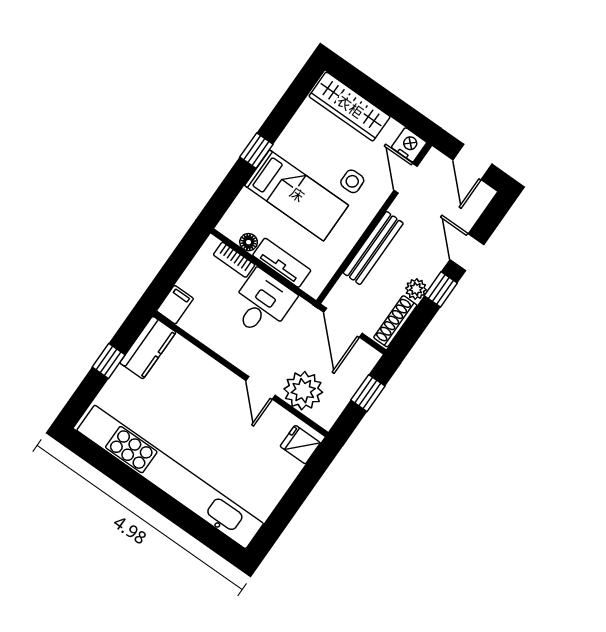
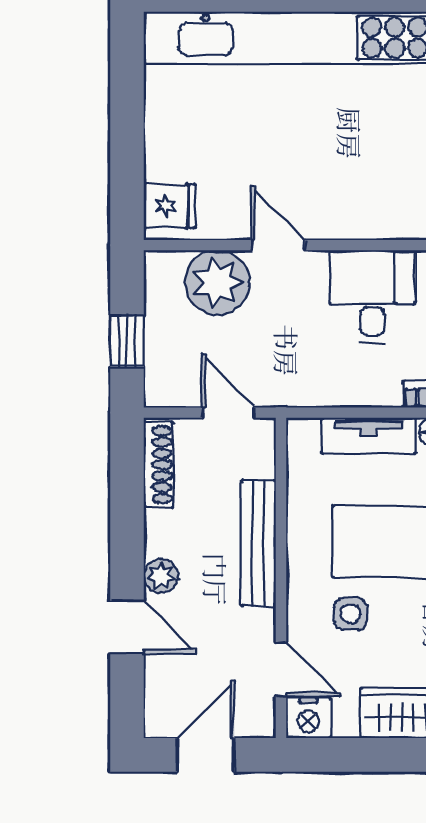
door: (473, 162) -> (205, 755), hinge flipped
plant: (416, 289) -> (161, 576), moved
window: (441, 289) -> (127, 552), removed
desk: (262, 303) -> (372, 296), moved, turned 180
door: (343, 323) -> (228, 413), width x0.73

